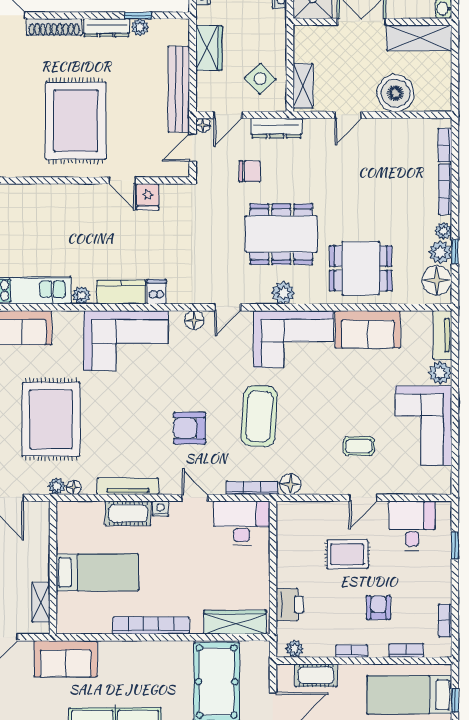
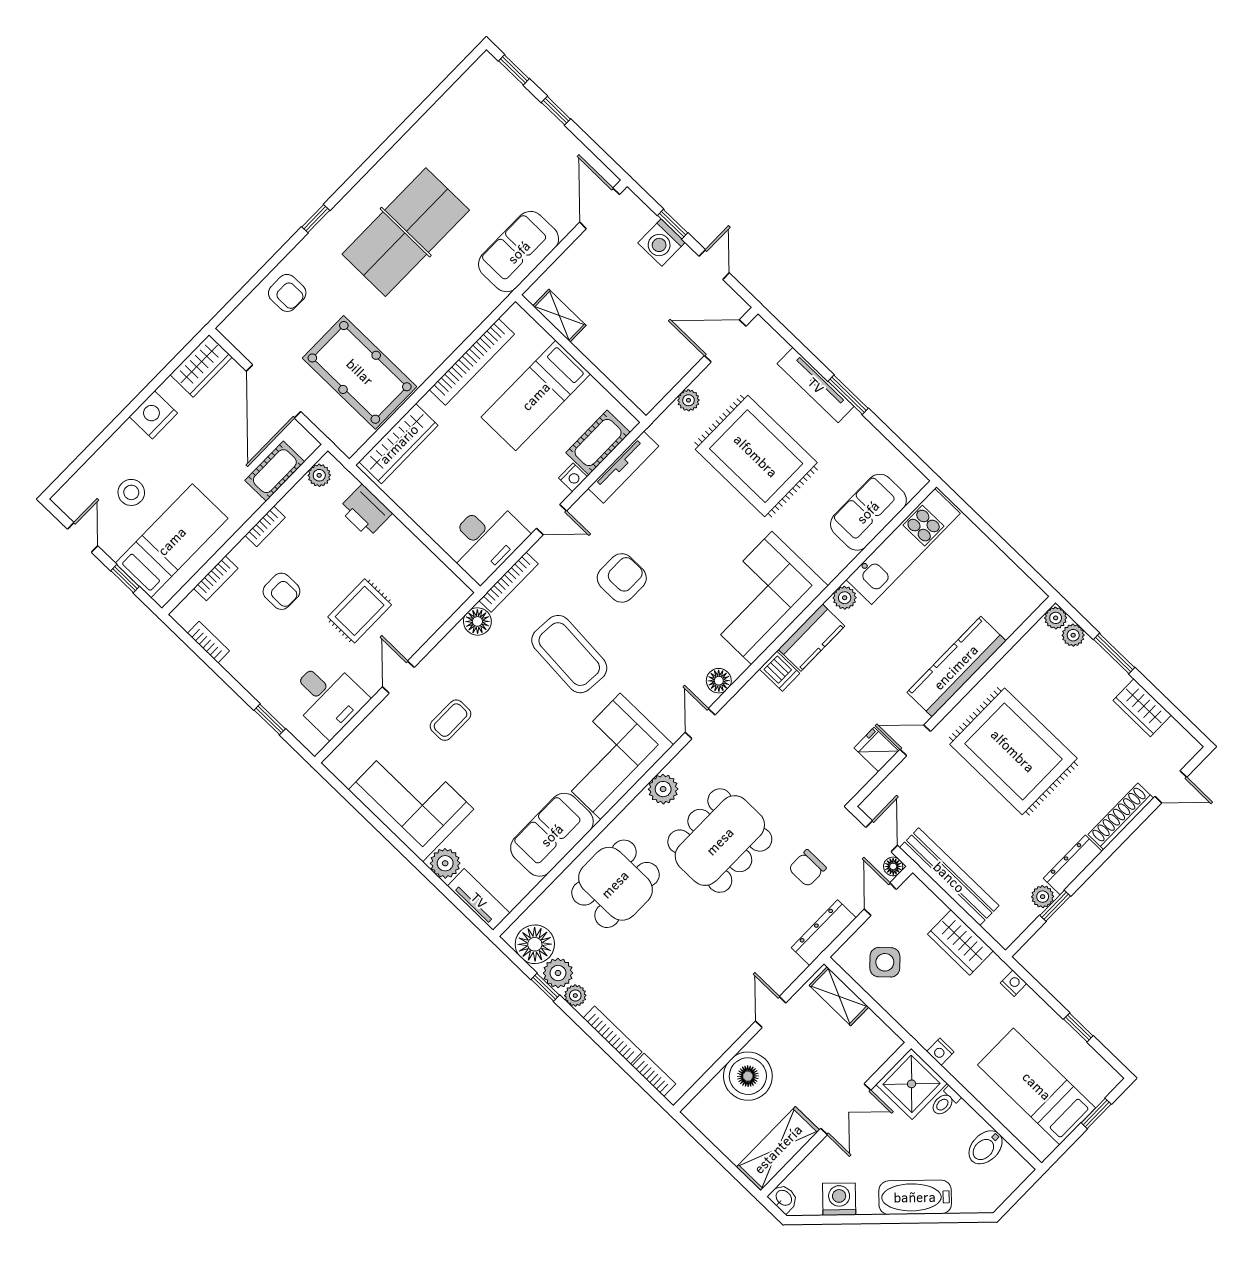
kitchen counter: (60, 197) -> (956, 667), added
floor lamp: (74, 487) -> (672, 415), removed
wall: (53, 568) -> (581, 359), moved
bed: (97, 572) -> (536, 396), moved
shelving: (41, 602) -> (559, 316), moved

